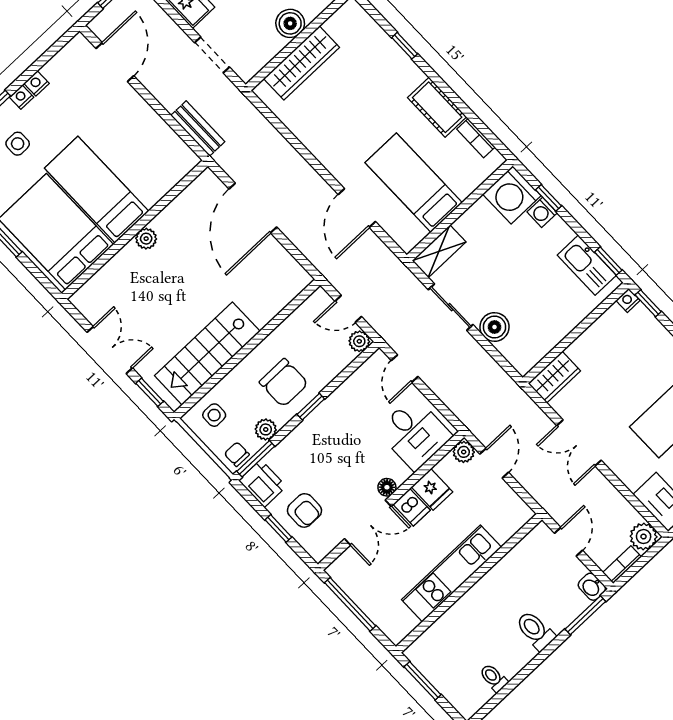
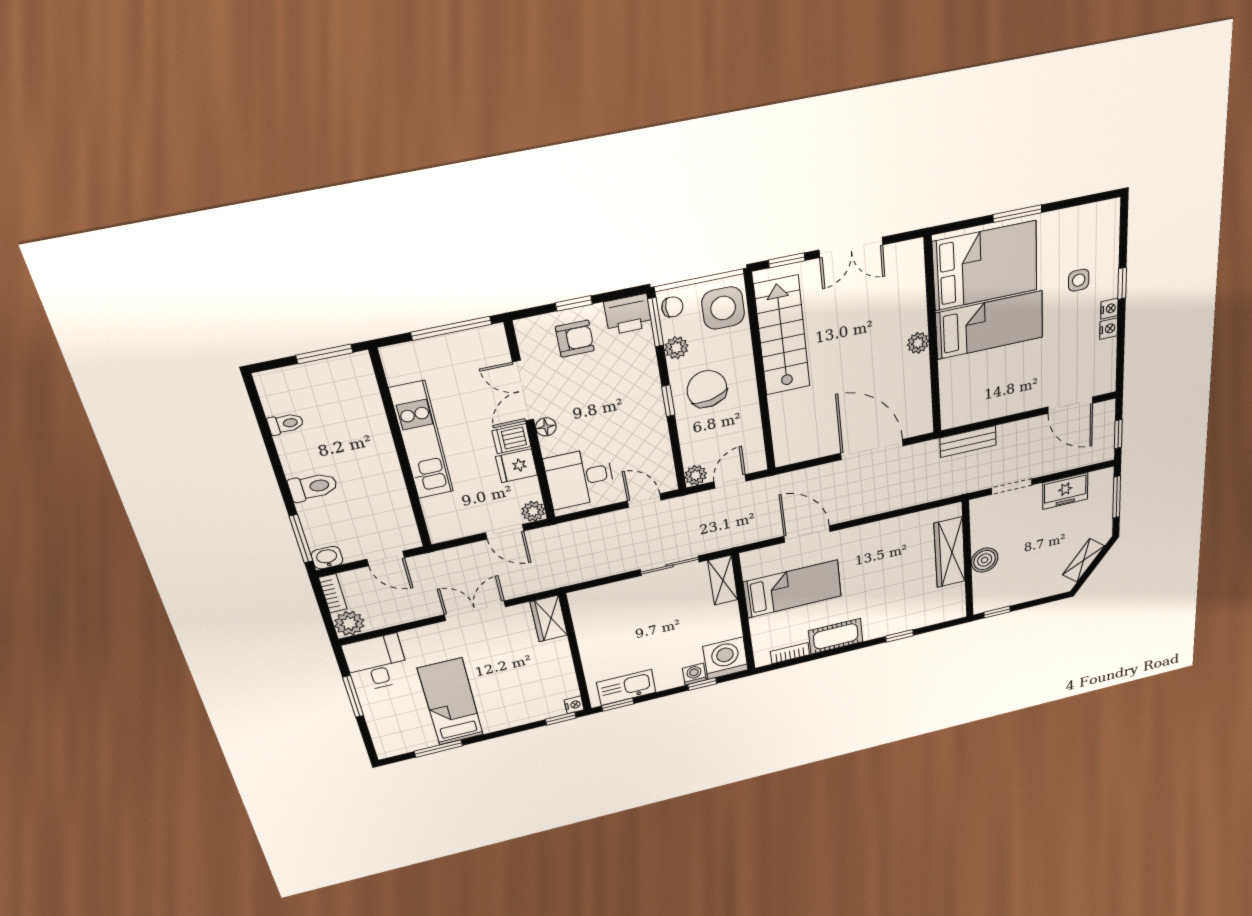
boiler: (495, 327) -> (627, 592), removed
chair: (284, 383) -> (707, 389), turned 78
side table: (214, 415) -> (723, 308), width x1.87, depth x1.87
armchair: (304, 510) -> (575, 339), turned 180

